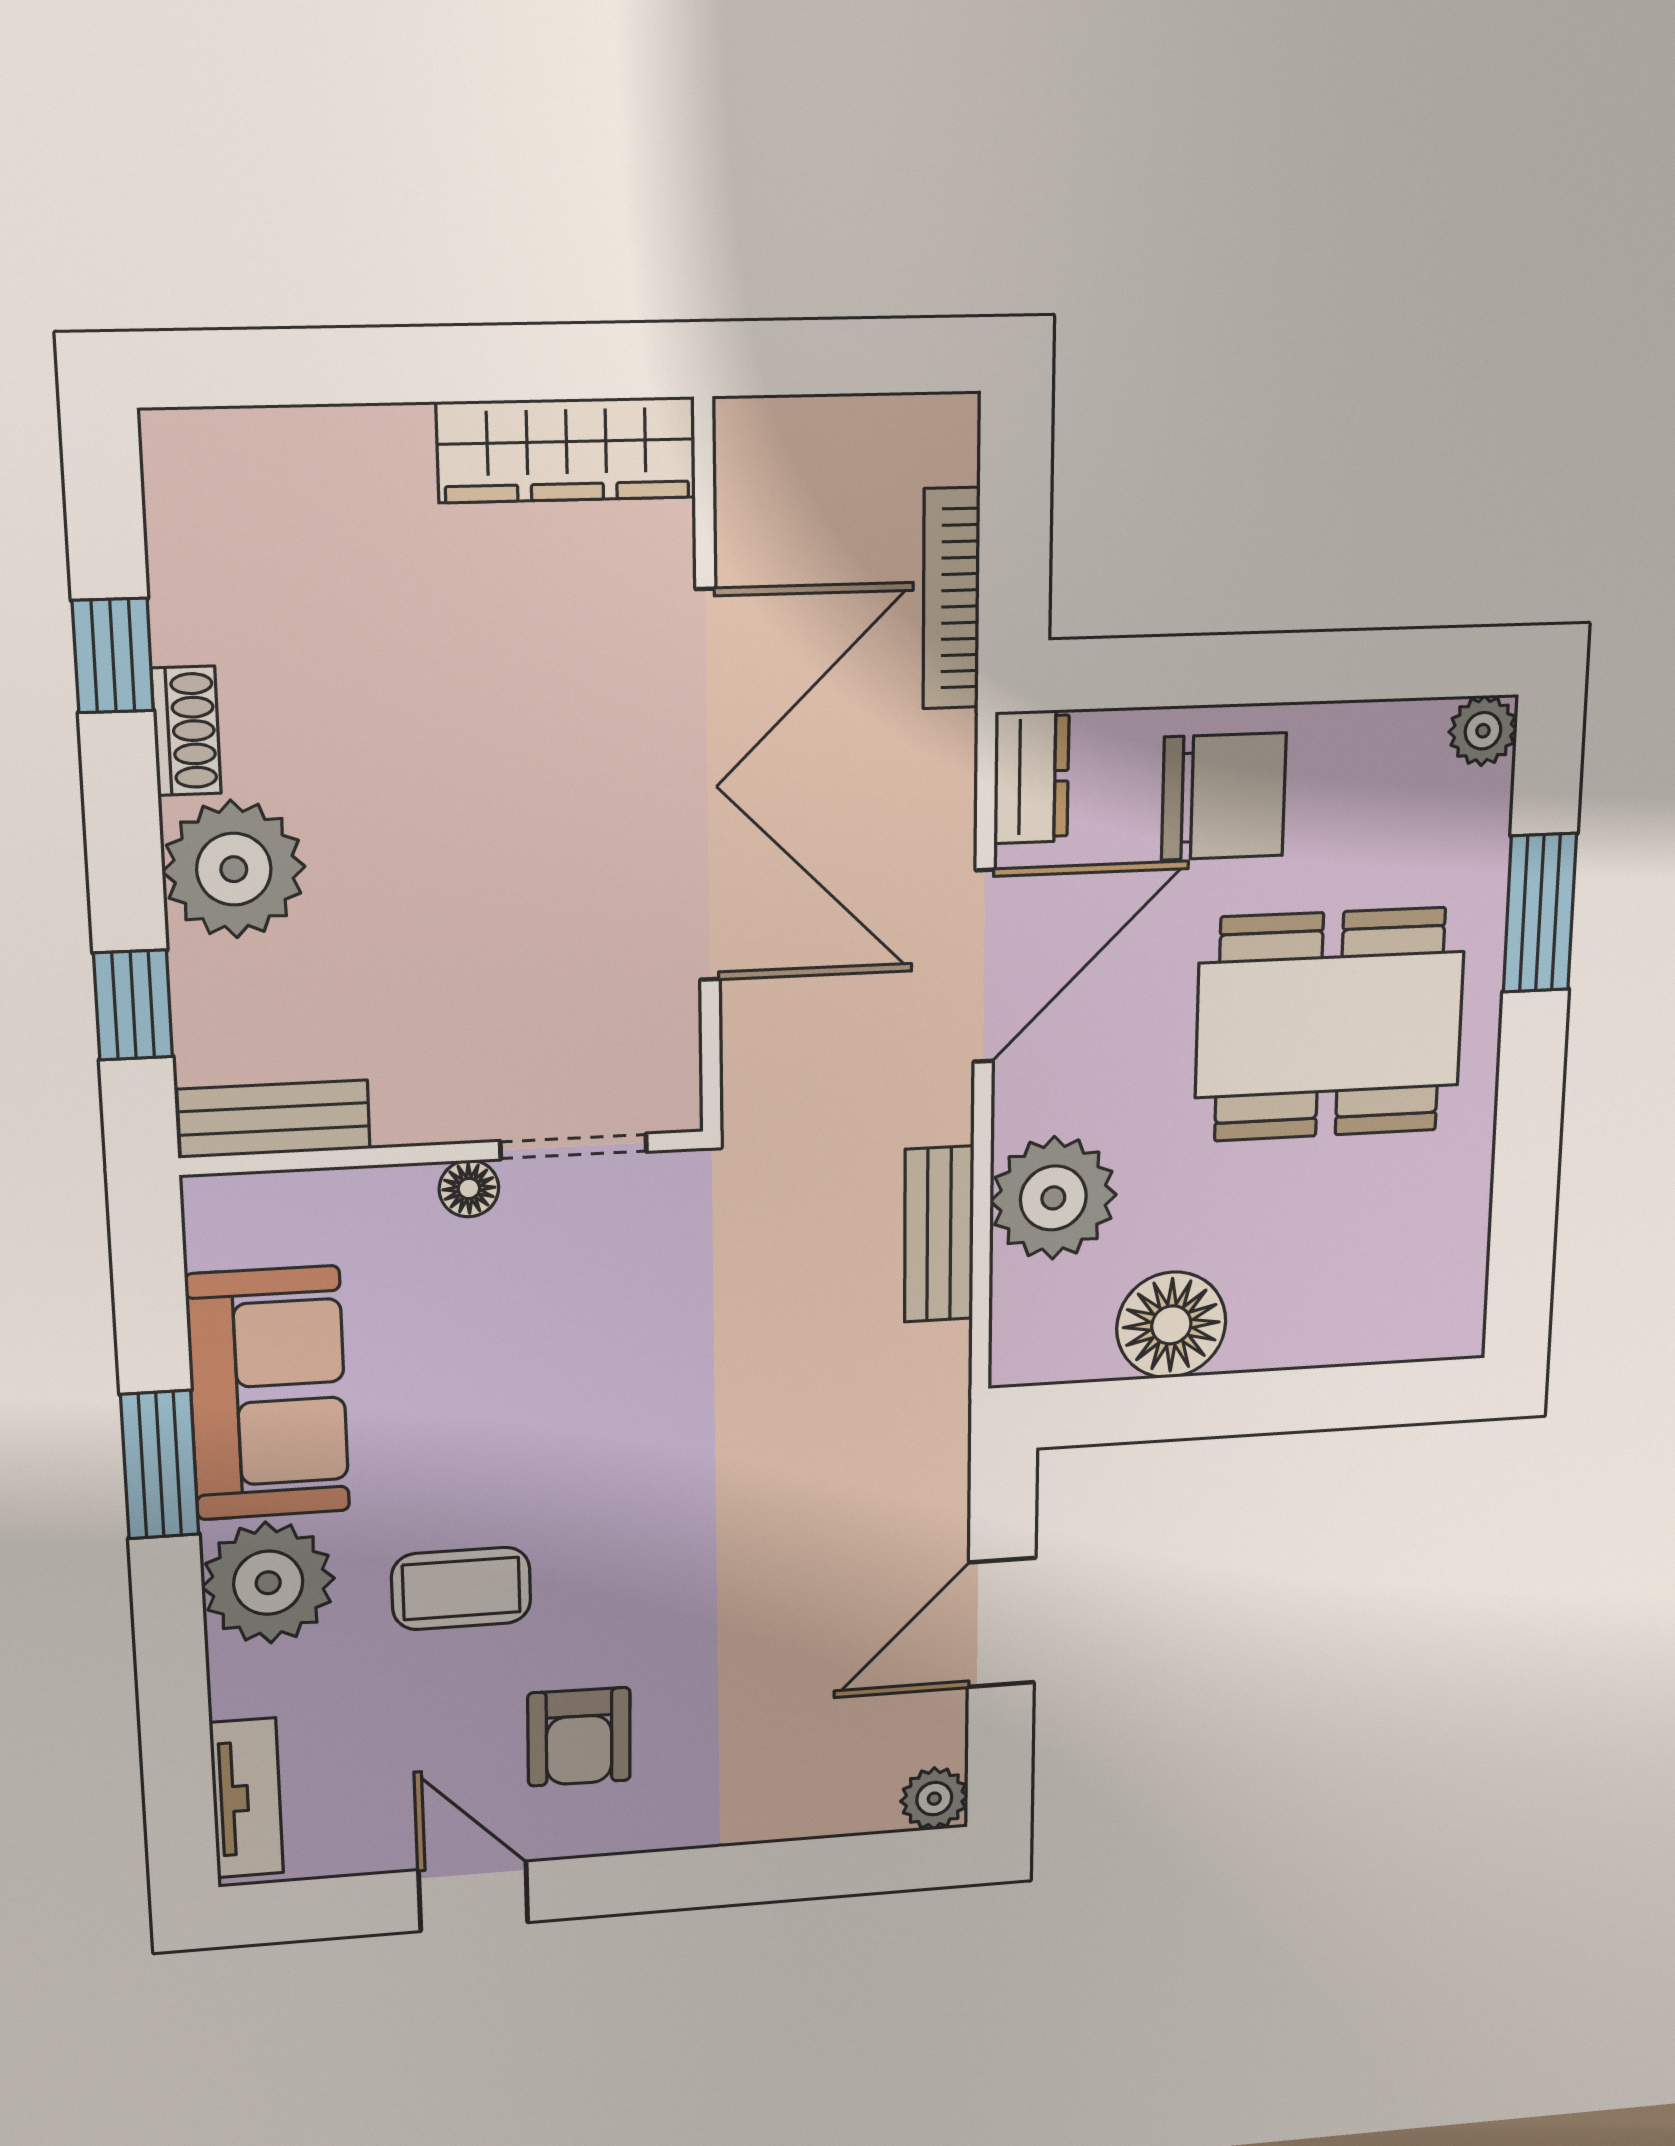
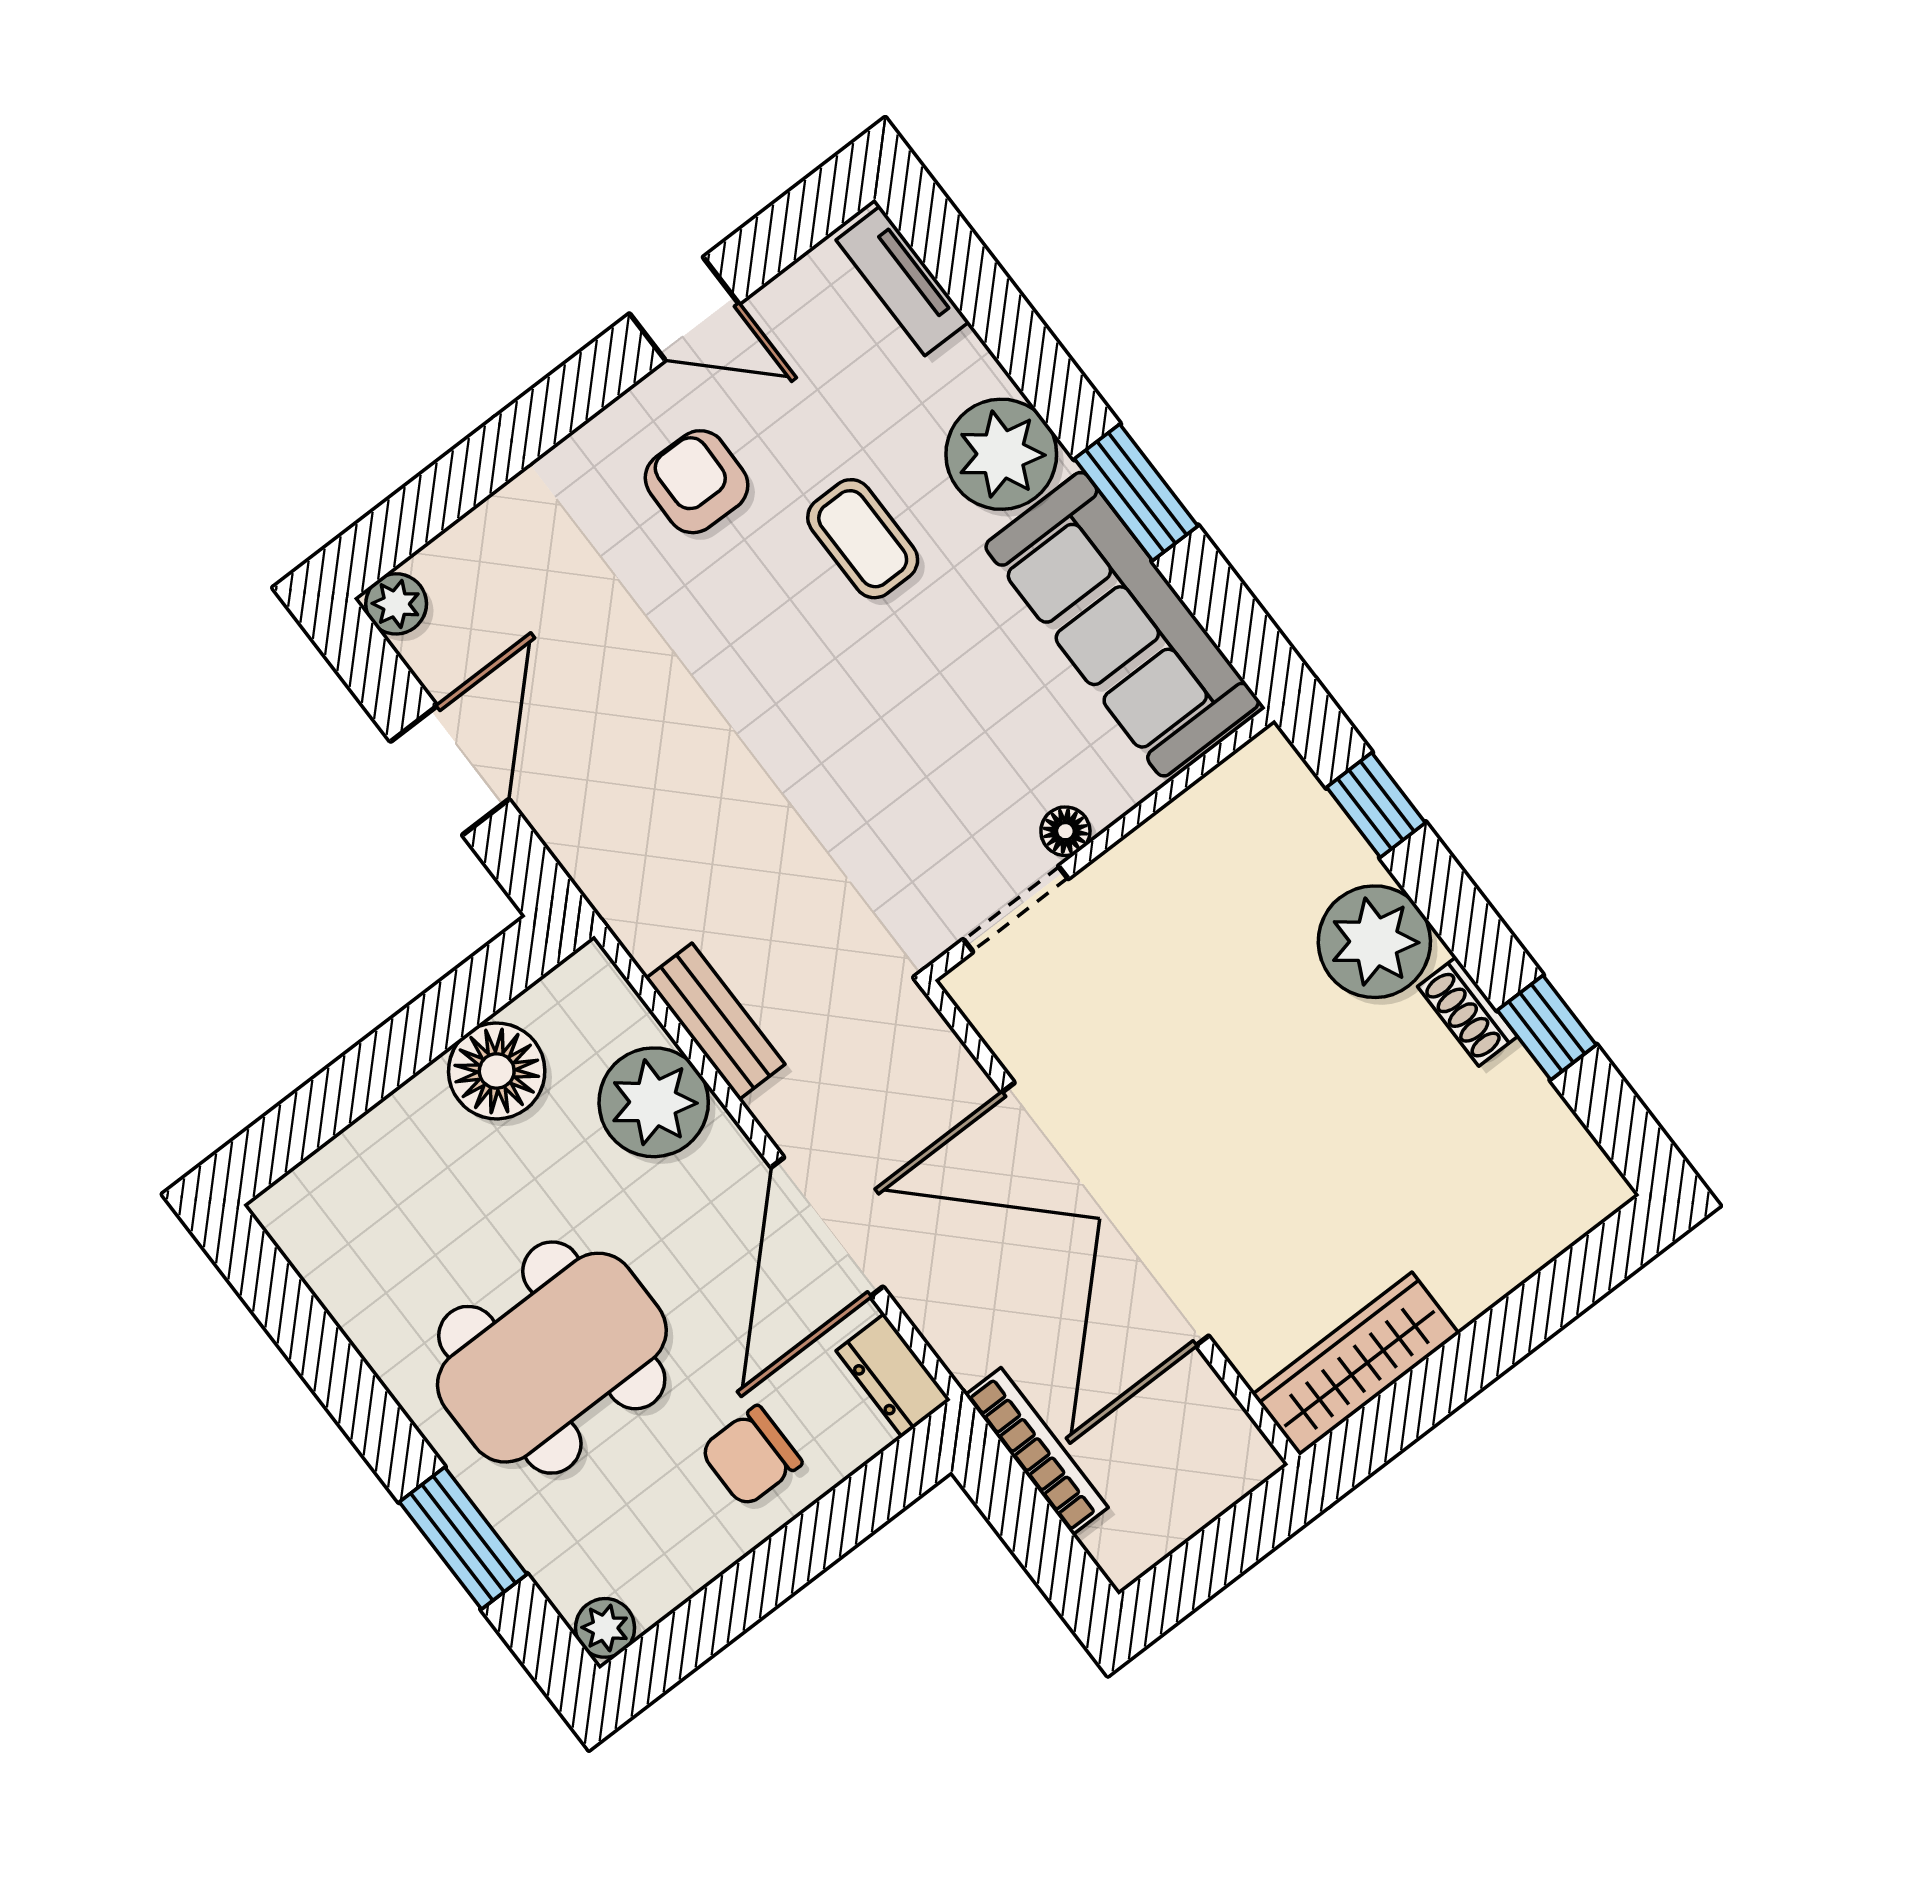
chair: (1224, 796) -> (751, 1456), width x0.73, depth x0.73
bench: (274, 1119) -> (1230, 790), removed
sofa: (268, 1393) -> (1122, 624), width x1.36
coffee table: (461, 1588) -> (863, 539), turned 90

